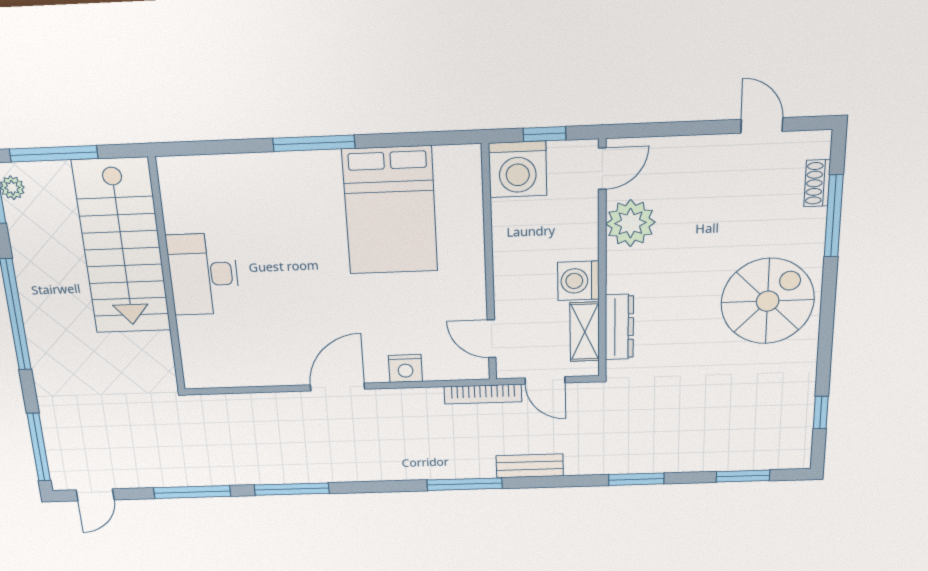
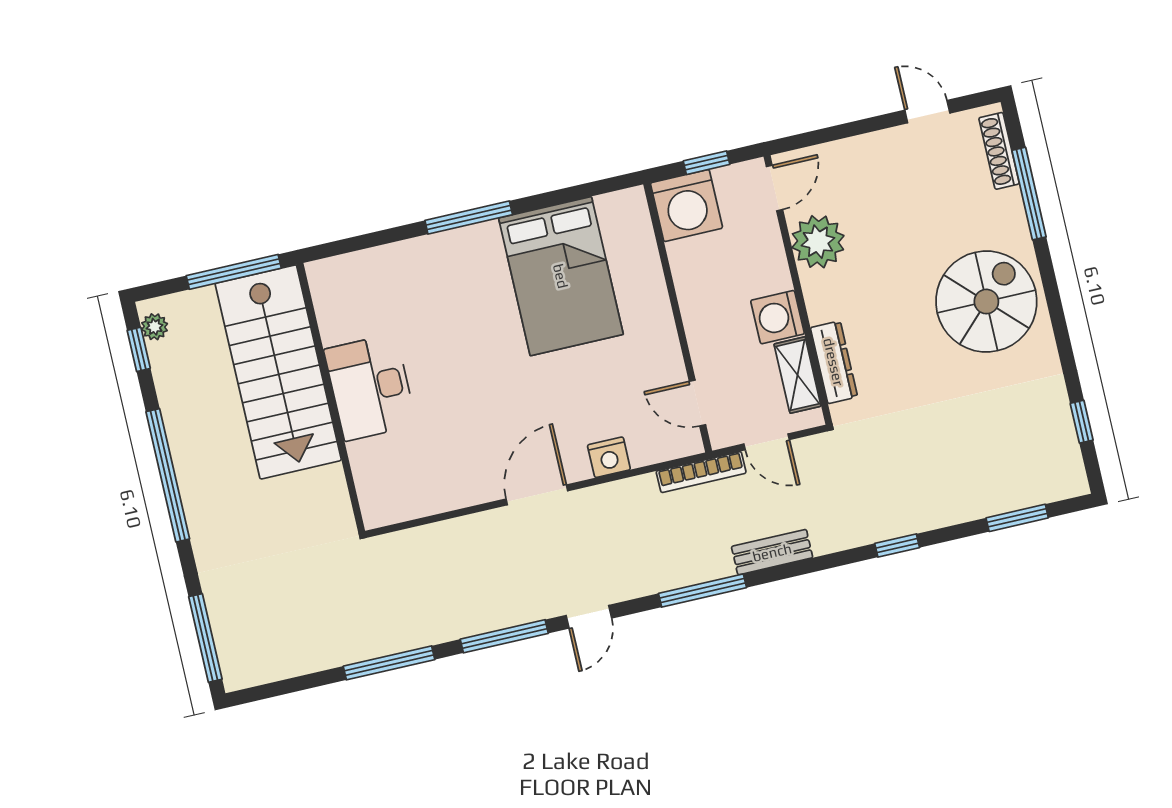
window: (54, 154) -> (234, 272), moved
shoe rack: (817, 183) -> (999, 151), width x1.43
window: (636, 479) -> (897, 546), width x0.67
door: (95, 495) -> (589, 617), moved

